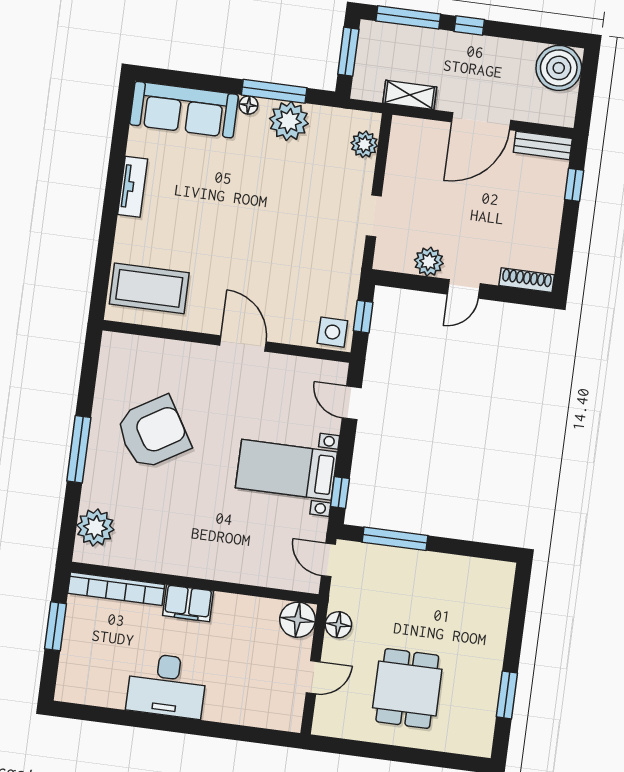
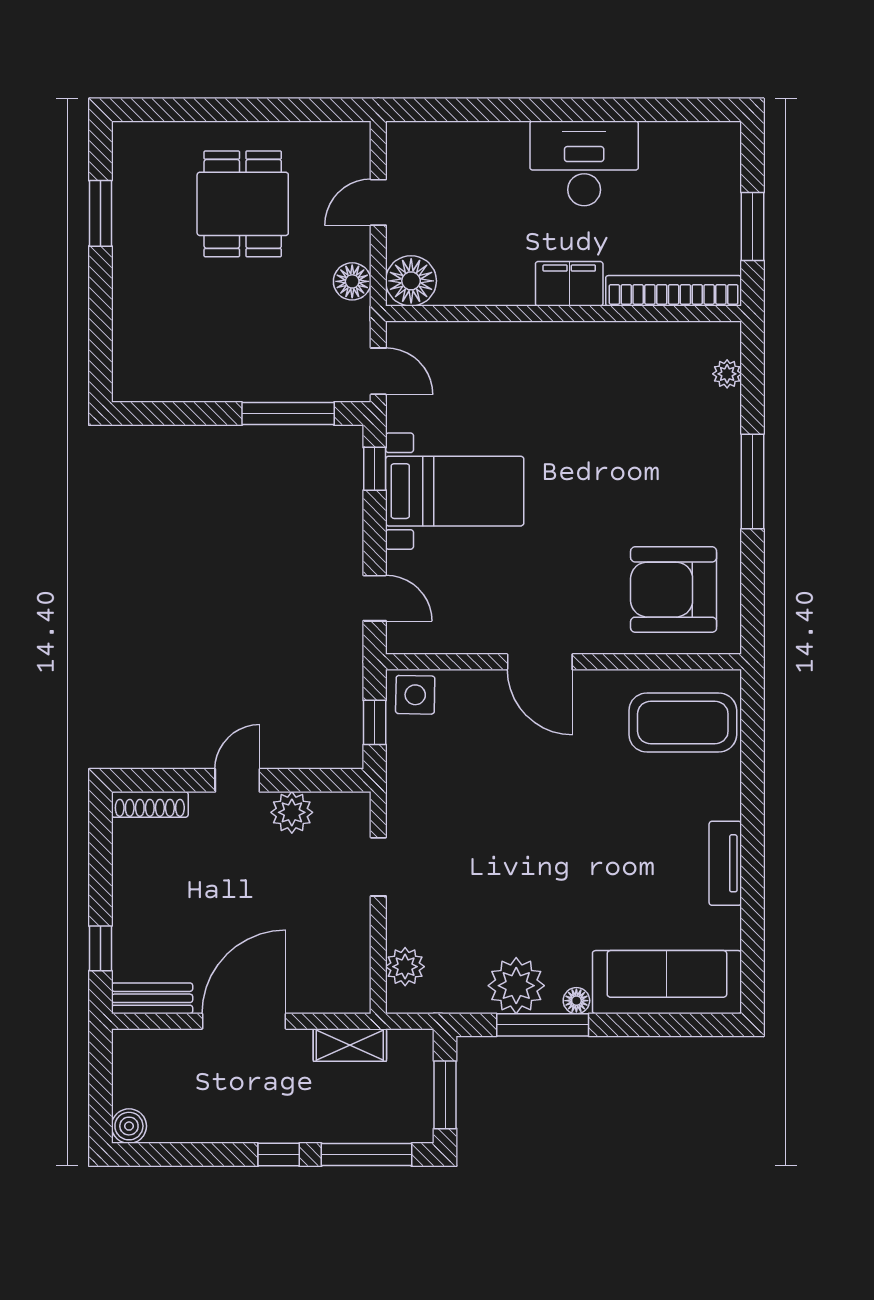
boiler: (559, 68) -> (129, 1126), width x0.54, depth x0.54
armchair: (153, 433) -> (674, 590), moved, turned 31
plant: (95, 527) -> (727, 374), width x0.53, depth x0.53

